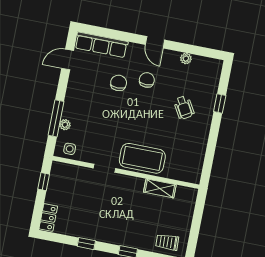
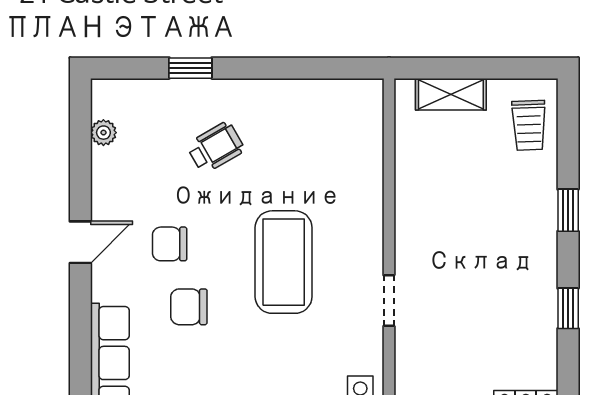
plant: (186, 59) -> (103, 133), moved
coffee table: (142, 158) -> (284, 262), moved
shelving: (160, 188) -> (451, 94), moved, turned 90

